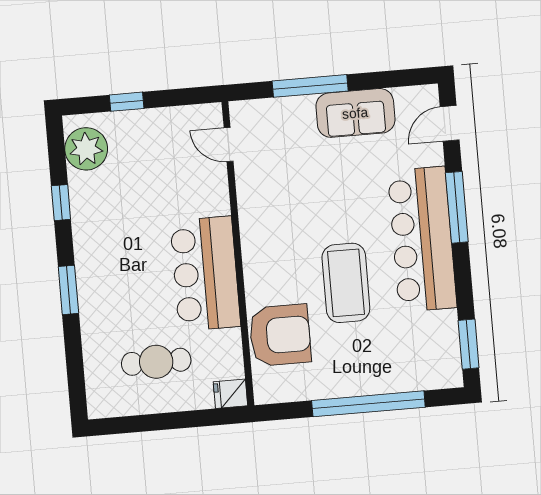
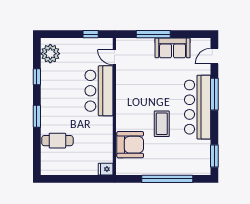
window: (127, 102) -> (91, 34), moved
bar counter: (205, 274) -> (99, 91), moved
coffee table: (346, 283) -> (162, 124), width x0.73, depth x0.76
cafe table: (156, 362) -> (57, 141), moved

